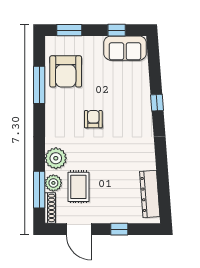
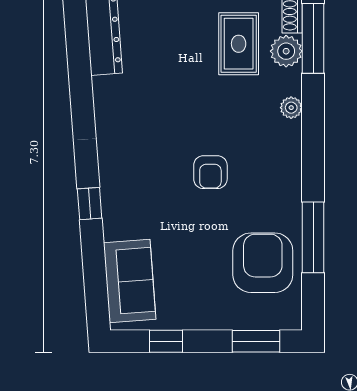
sofa: (125, 48) -> (130, 281), moved, turned 86
plant: (56, 158) -> (291, 108), width x0.53, depth x0.53

